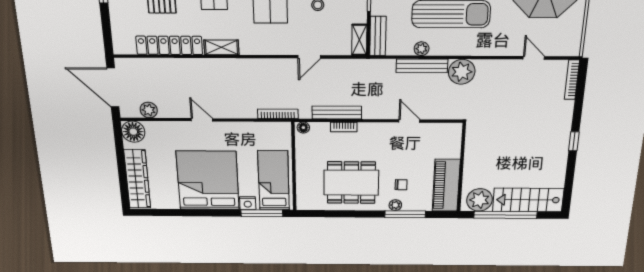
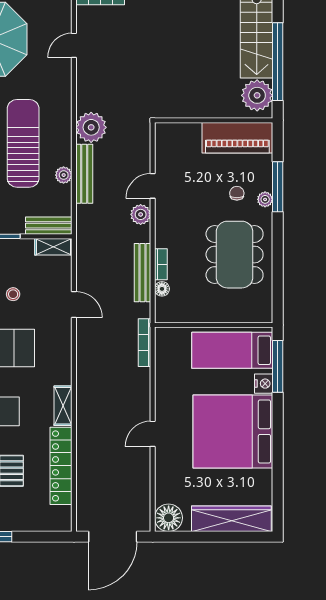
plant: (149, 110) -> (141, 214), moved
floor lamp: (303, 128) -> (162, 289), moved

